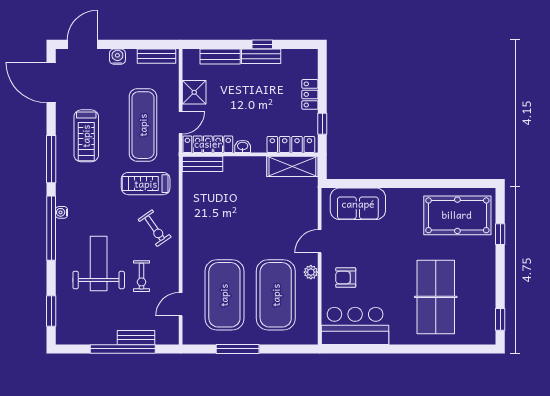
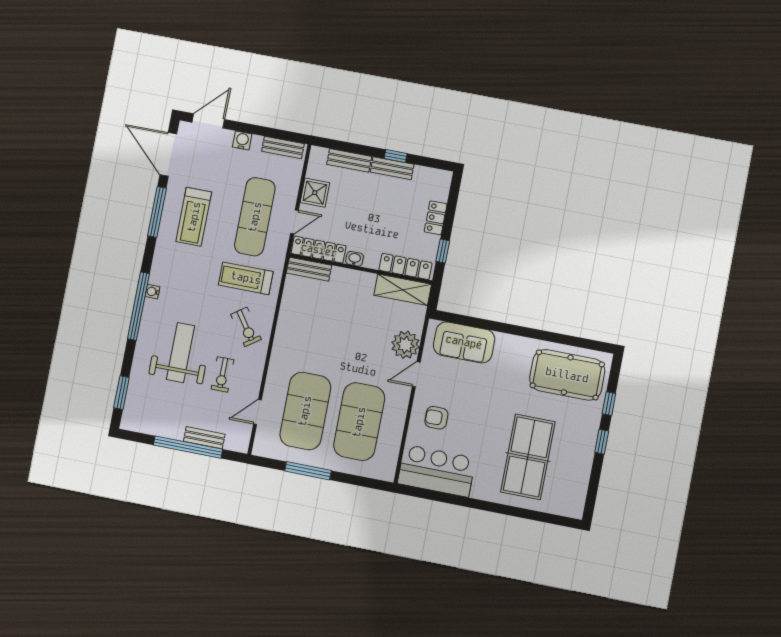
window: (51, 159) -> (157, 212), moved
plant: (311, 272) -> (406, 345), moved, width x1.87, depth x1.87
window: (500, 319) -> (602, 442), moved

